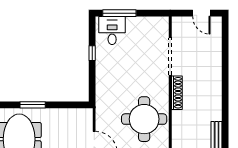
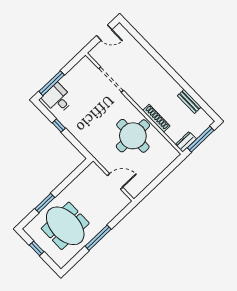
shoe rack: (177, 93) -> (156, 118), moved
window: (33, 105) -> (45, 203), moved

